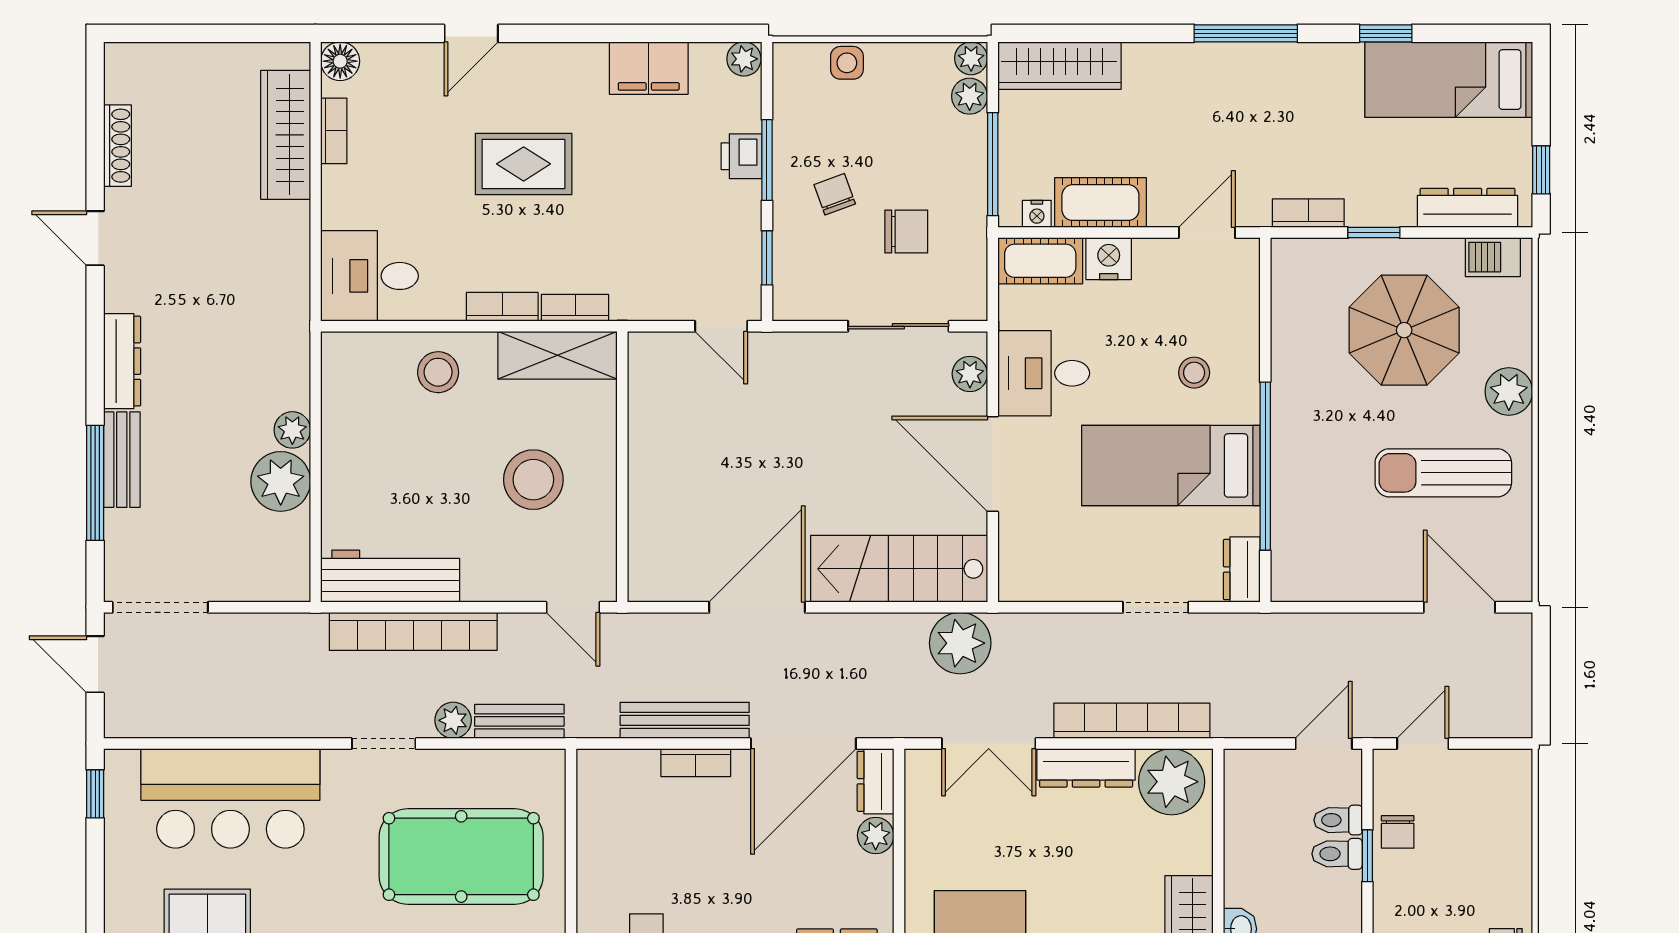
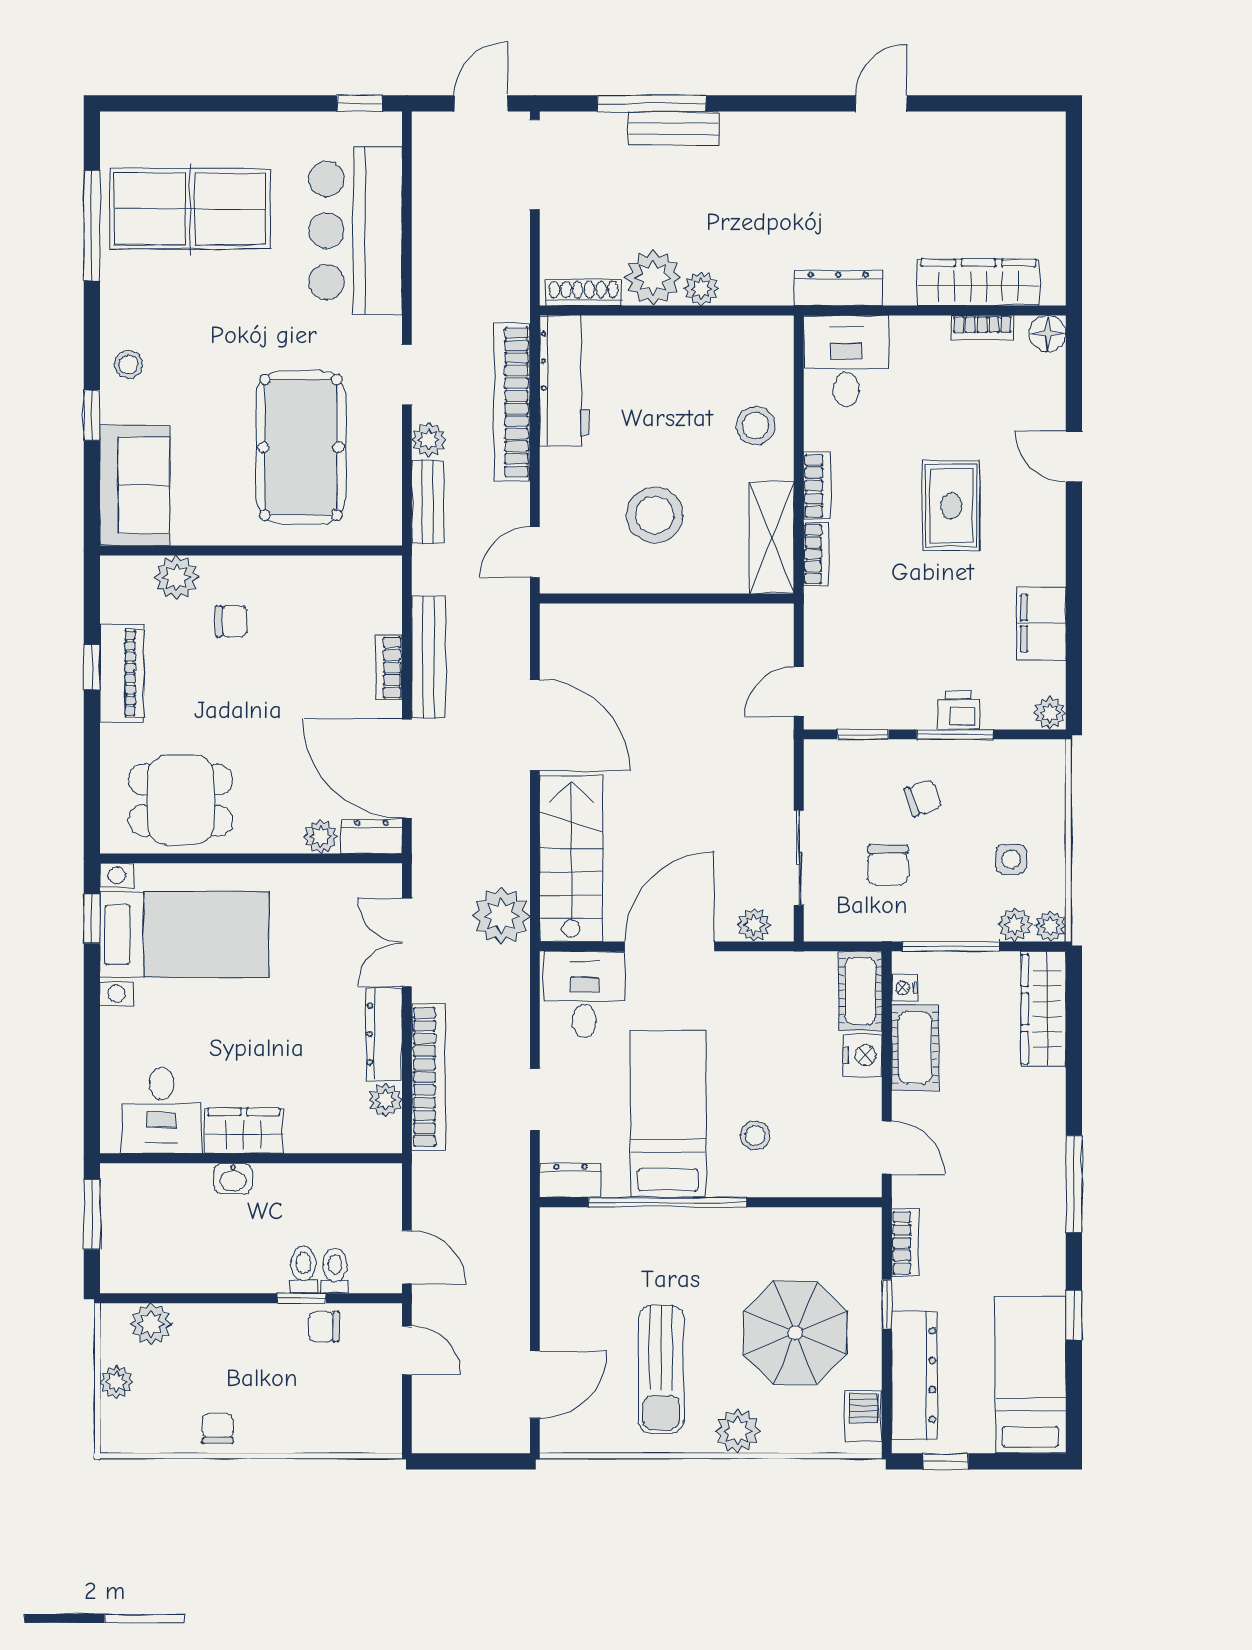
side table: (847, 63) -> (1011, 859), moved
shoe rack: (117, 146) -> (584, 293), moved, turned 180
dresser: (1468, 208) -> (914, 1375), width x1.37, depth x1.24
dresser: (122, 361) -> (838, 288), moved, turned 180
desk: (1044, 373) -> (585, 994), moved
sun lounger: (1443, 473) -> (661, 1370), turned 180
plant: (1172, 782) -> (386, 1100), width x0.53, depth x0.53

